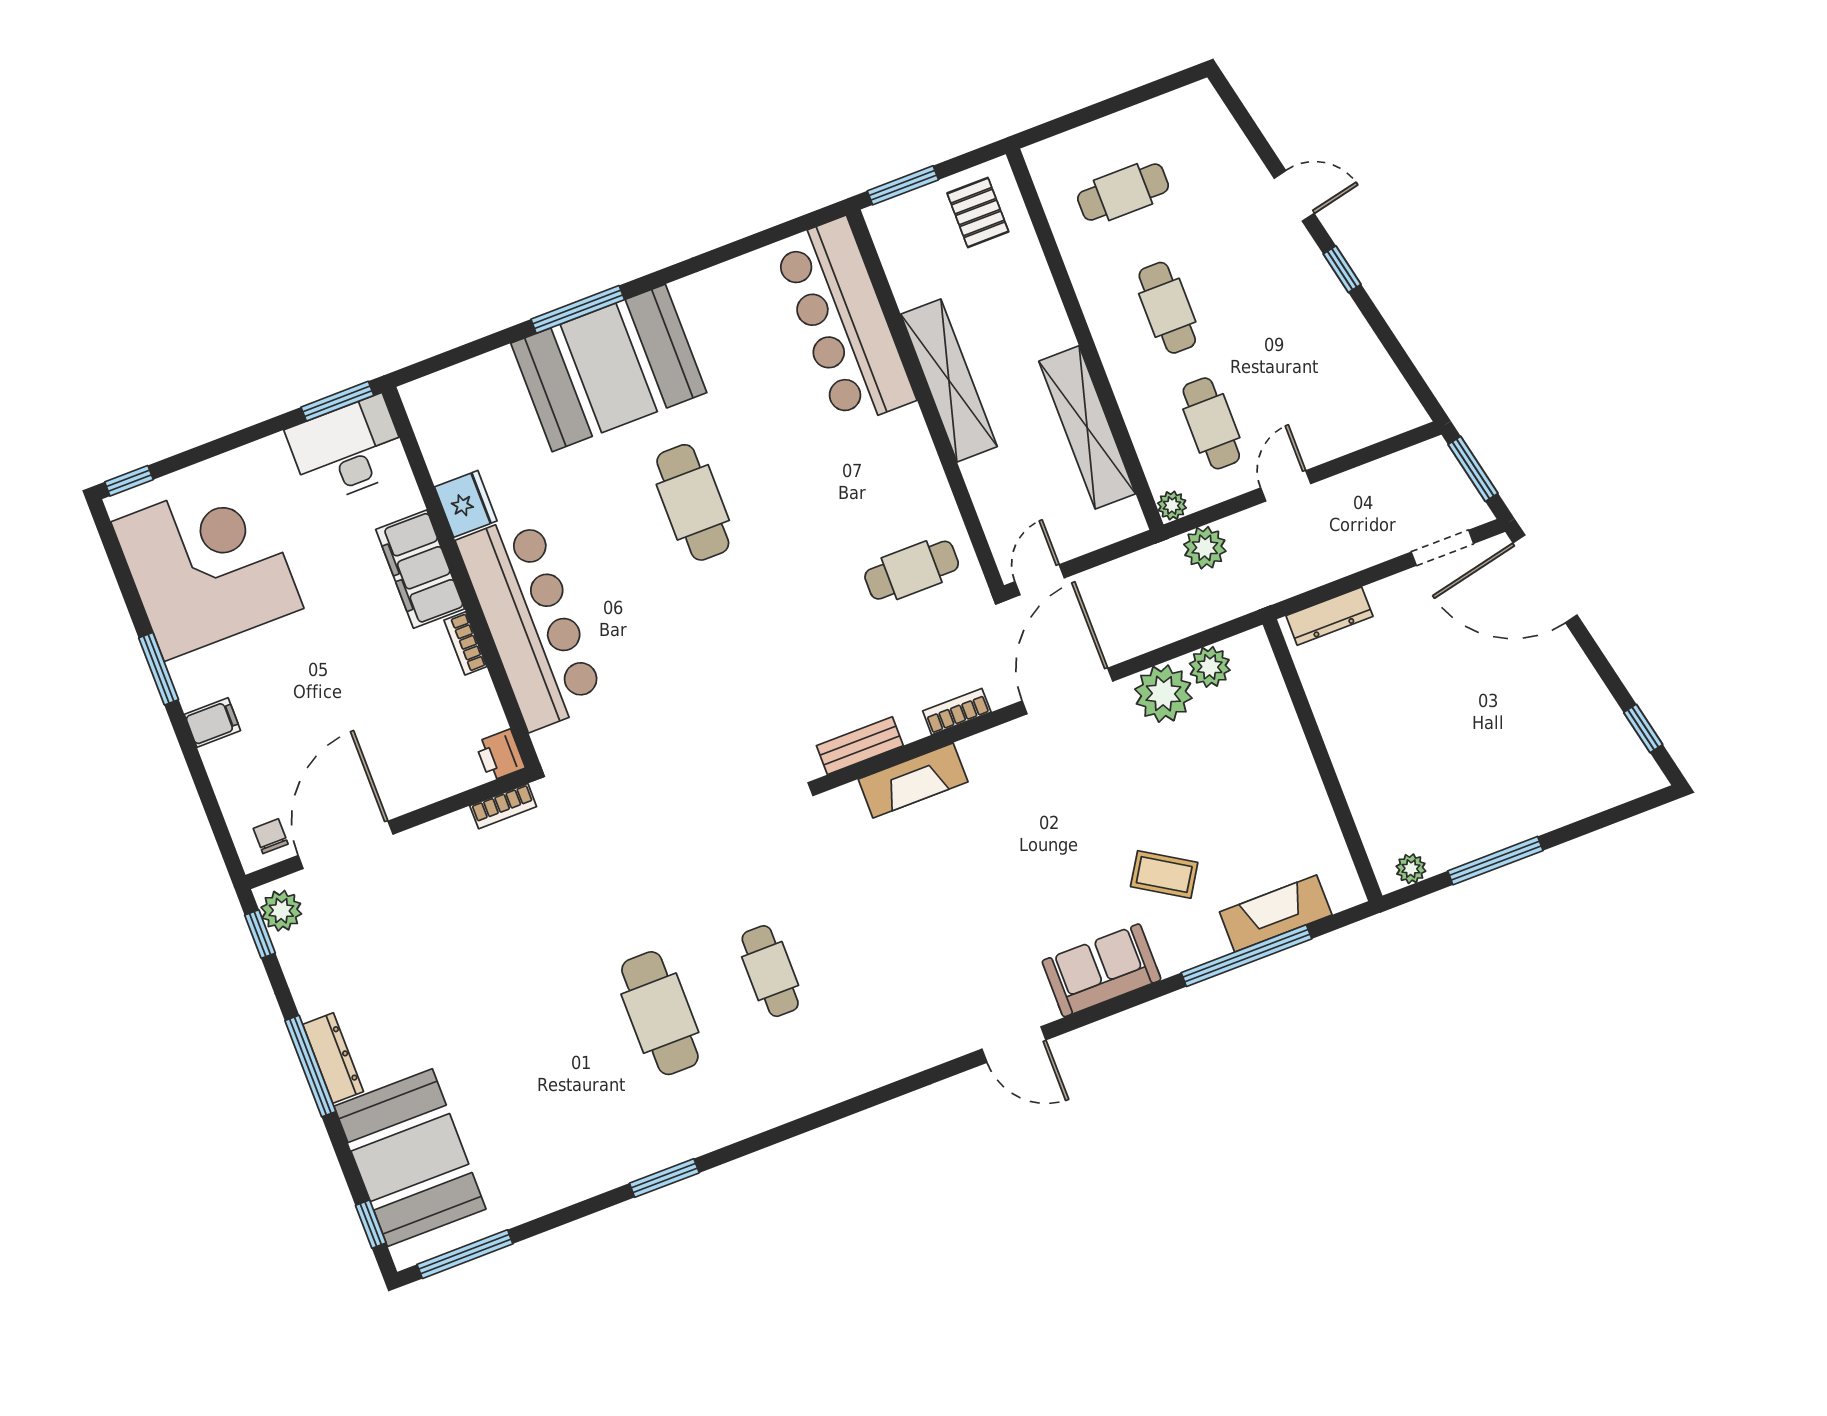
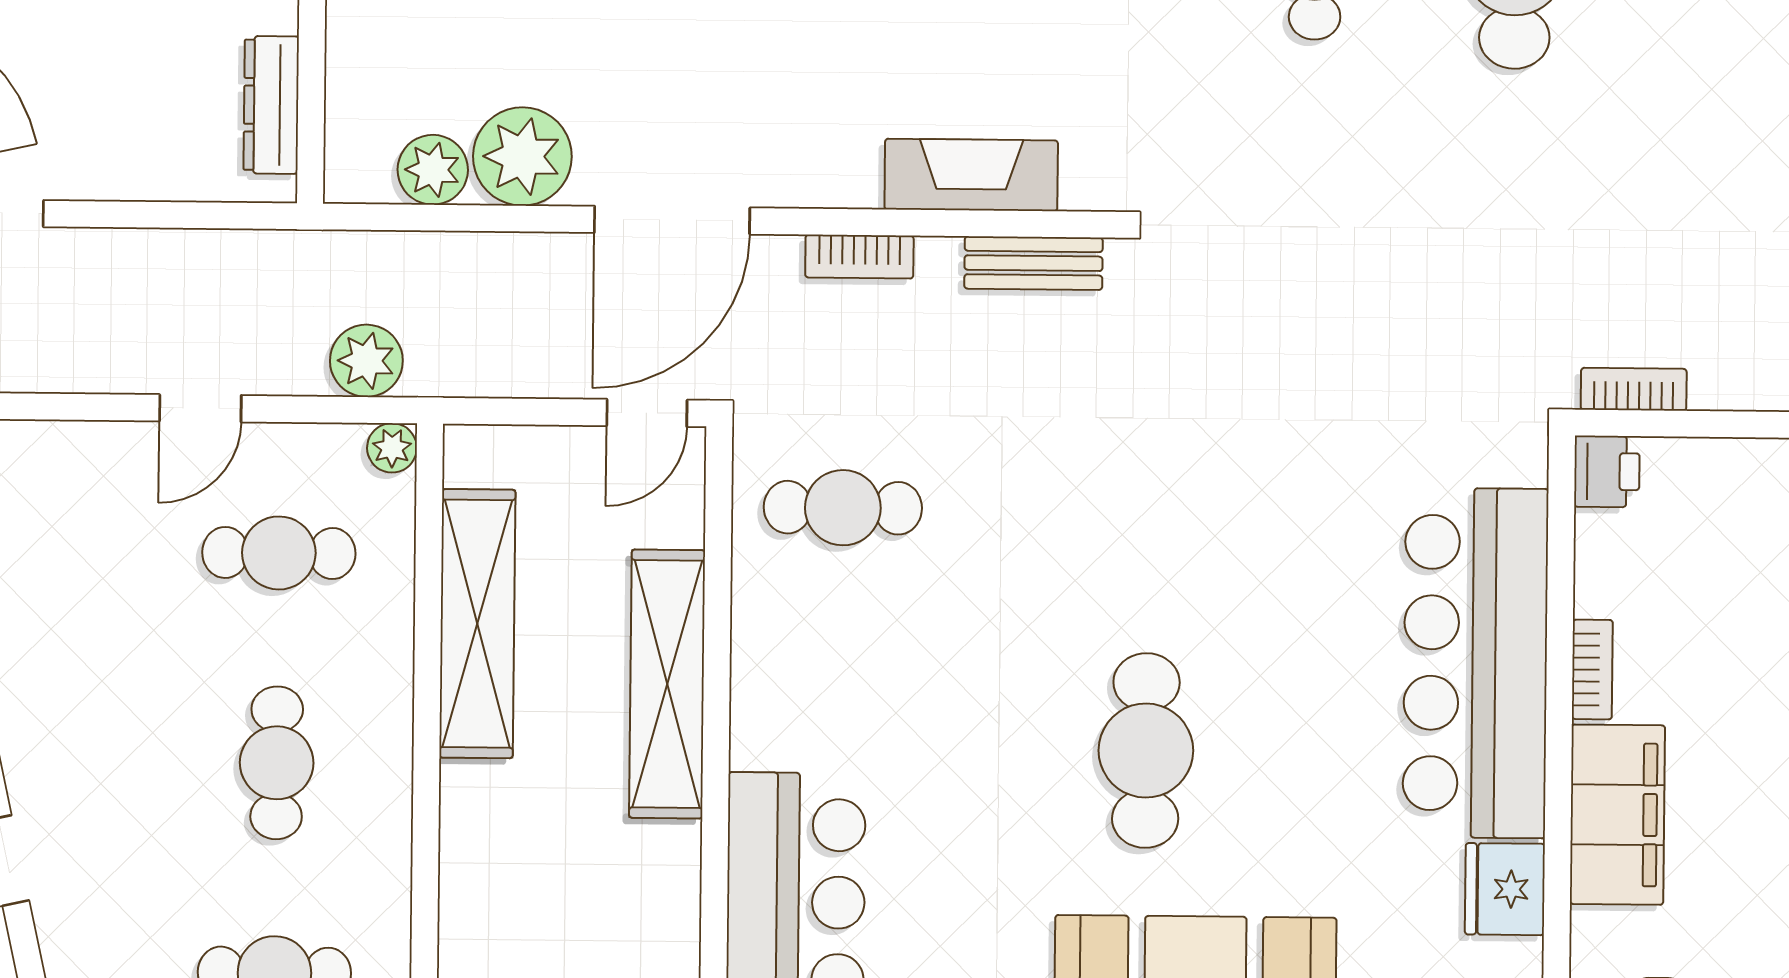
shelving: (949, 380) -> (667, 684), moved
cafe table: (1211, 423) -> (279, 553), turned 90
dresser: (1329, 616) -> (271, 105), moved, turned -90

